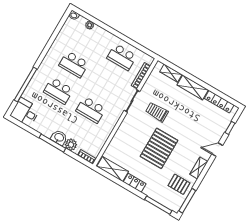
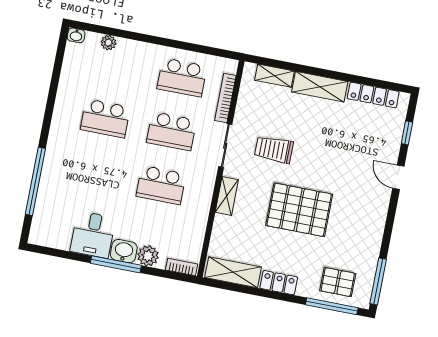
school desk: (58, 91) -> (171, 131), moved
desk: (25, 112) -> (93, 235), moved, turned -90
pallet: (159, 148) -> (299, 210), turned 90
door: (217, 150) -> (398, 177), hinge flipped
shelving: (199, 168) -> (227, 196), moved
pallet: (179, 184) -> (338, 282), moved

